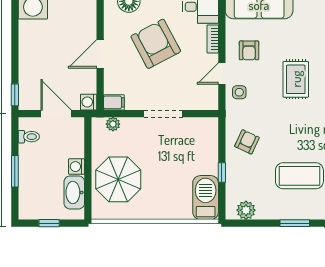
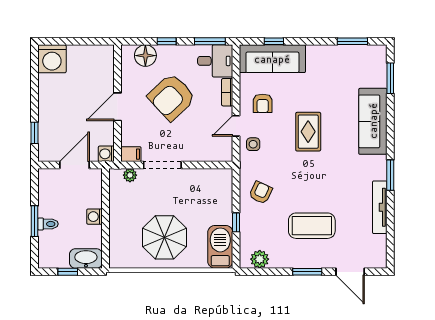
armchair: (156, 44) -> (172, 97), turned -105
window: (15, 95) -> (34, 133), moved
door: (56, 114) -> (74, 165), hinge flipped
doorway: (163, 114) -> (162, 165), moved
toilet: (29, 137) -> (48, 224), moved
parasol: (118, 179) -> (165, 237), moved
washbasin: (74, 192) -> (86, 258), moved, turned 90

